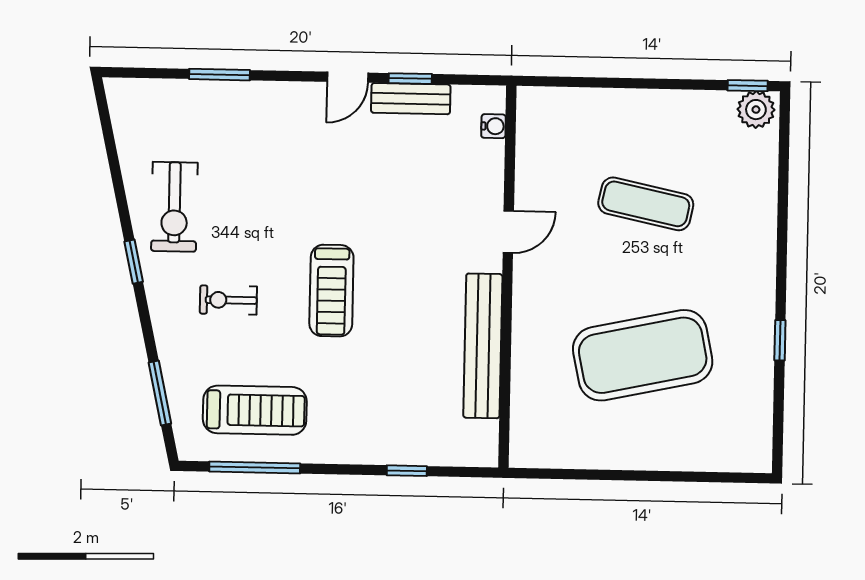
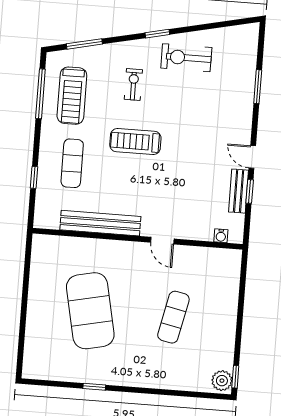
exercise mat: (377, 403) -> (72, 163), added

